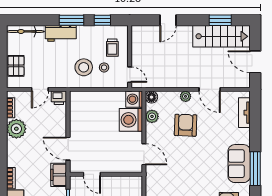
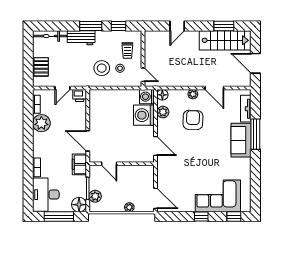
sofa: (239, 164) -> (241, 140), moved
window: (255, 169) -> (255, 134), moved

